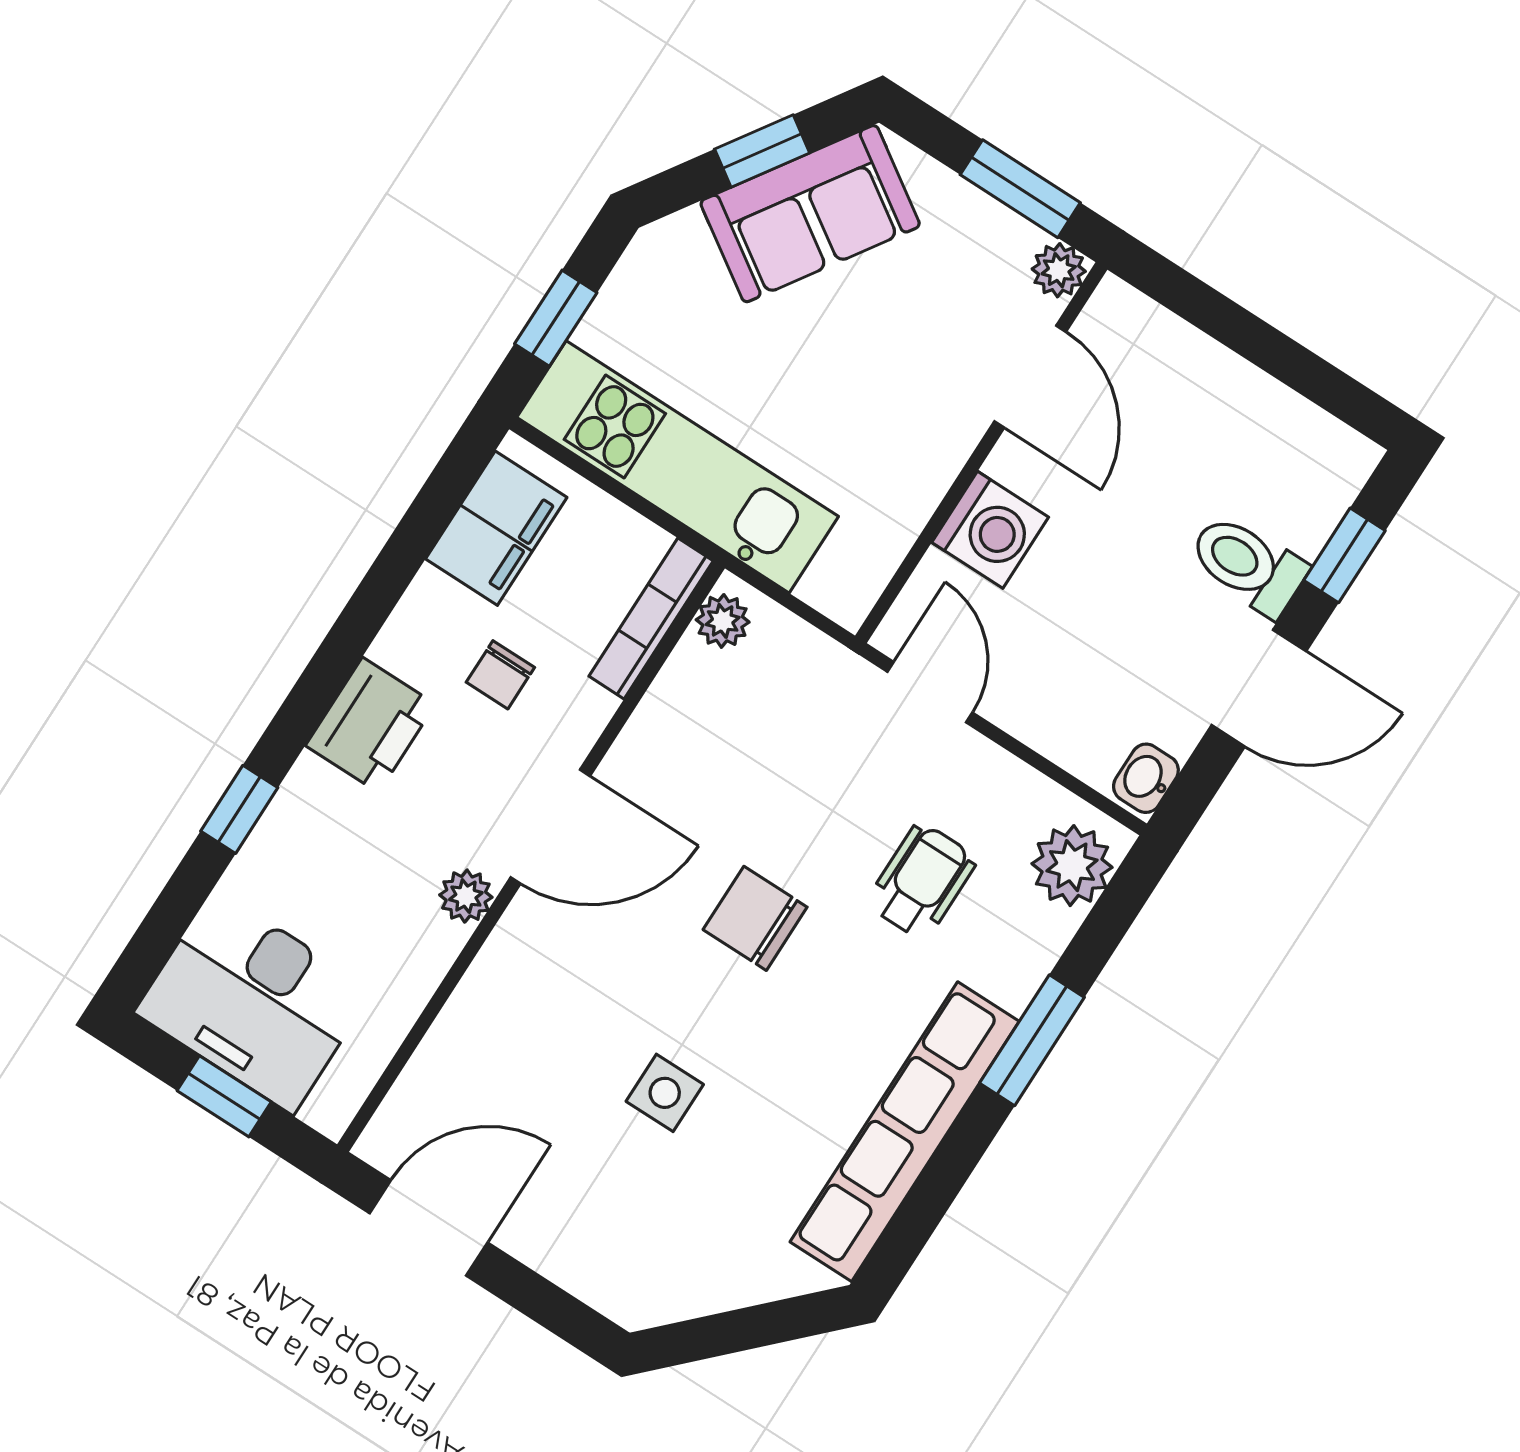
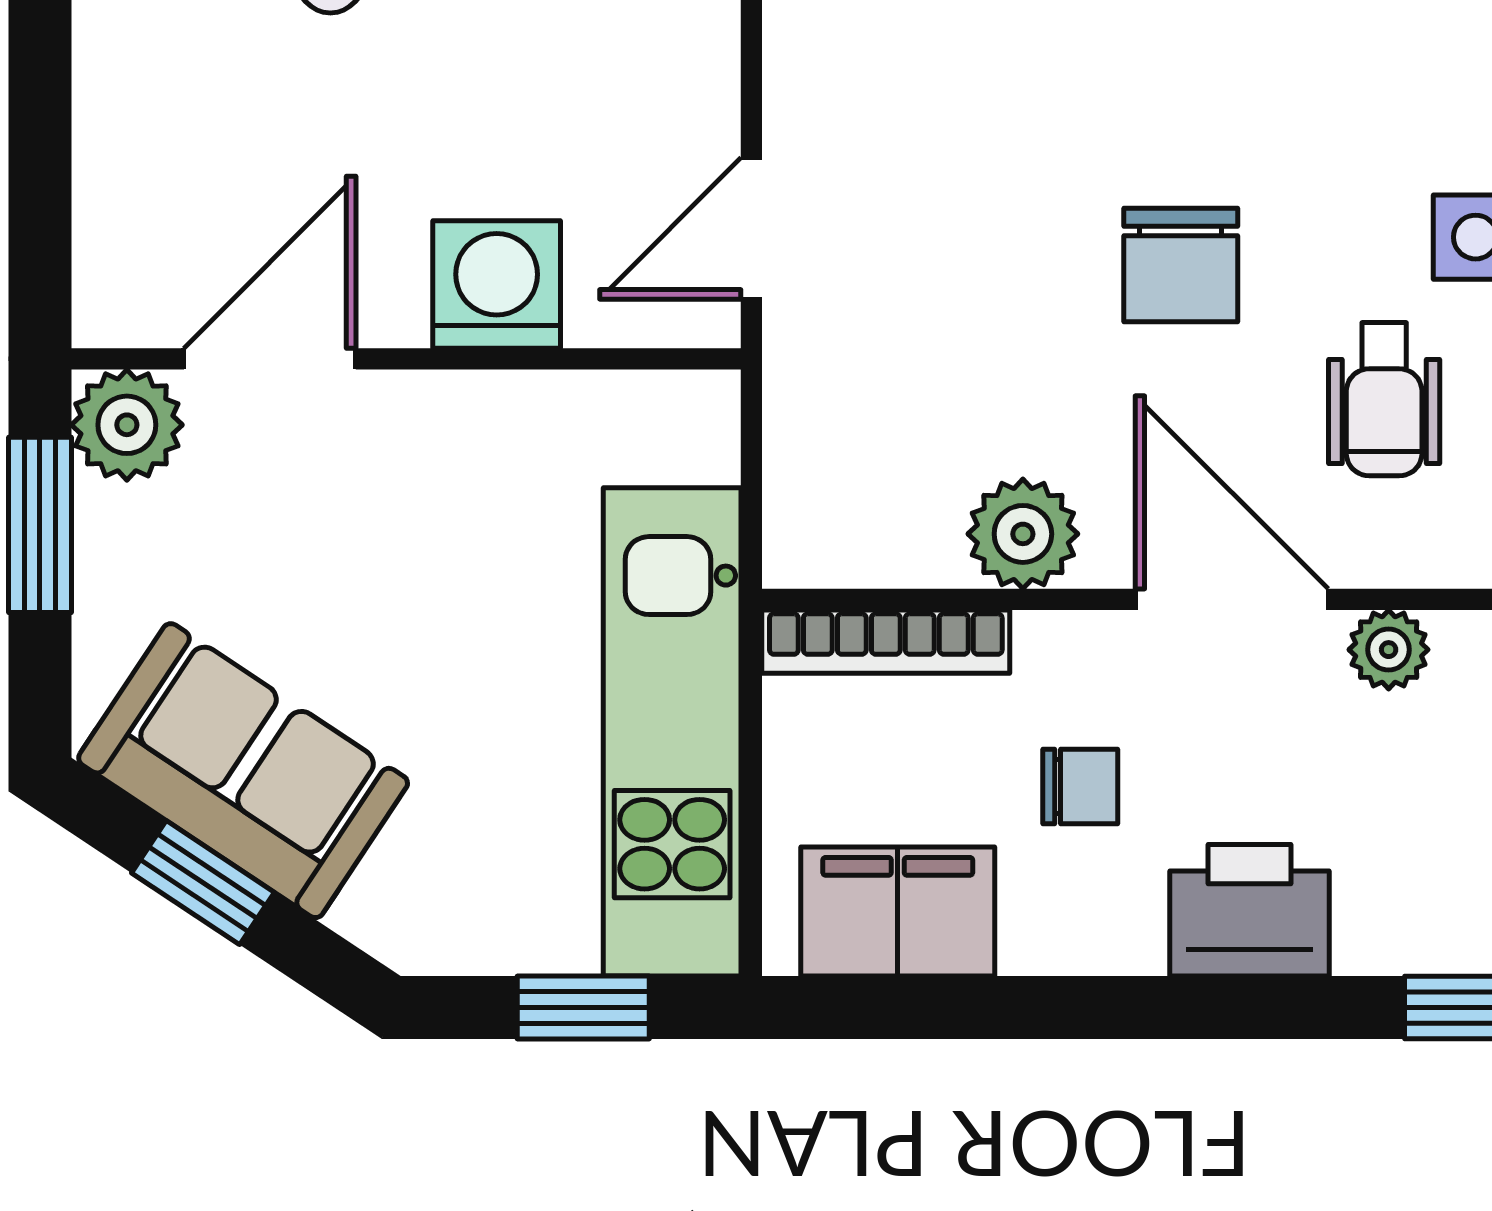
plant: (1059, 270) -> (127, 425), width x1.38, depth x1.38
plant: (723, 621) -> (1023, 534), moved, width x1.38, depth x1.38
wheelchair: (922, 881) -> (1384, 399), moved, turned -90

